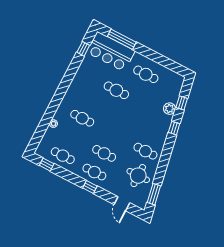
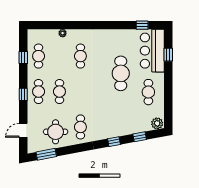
window: (122, 39) -> (168, 55), width x0.46
cafe table: (116, 90) -> (121, 73), width x1.37, depth x1.35
plant: (169, 109) -> (157, 123), moved
window: (47, 165) -> (23, 57), moved

